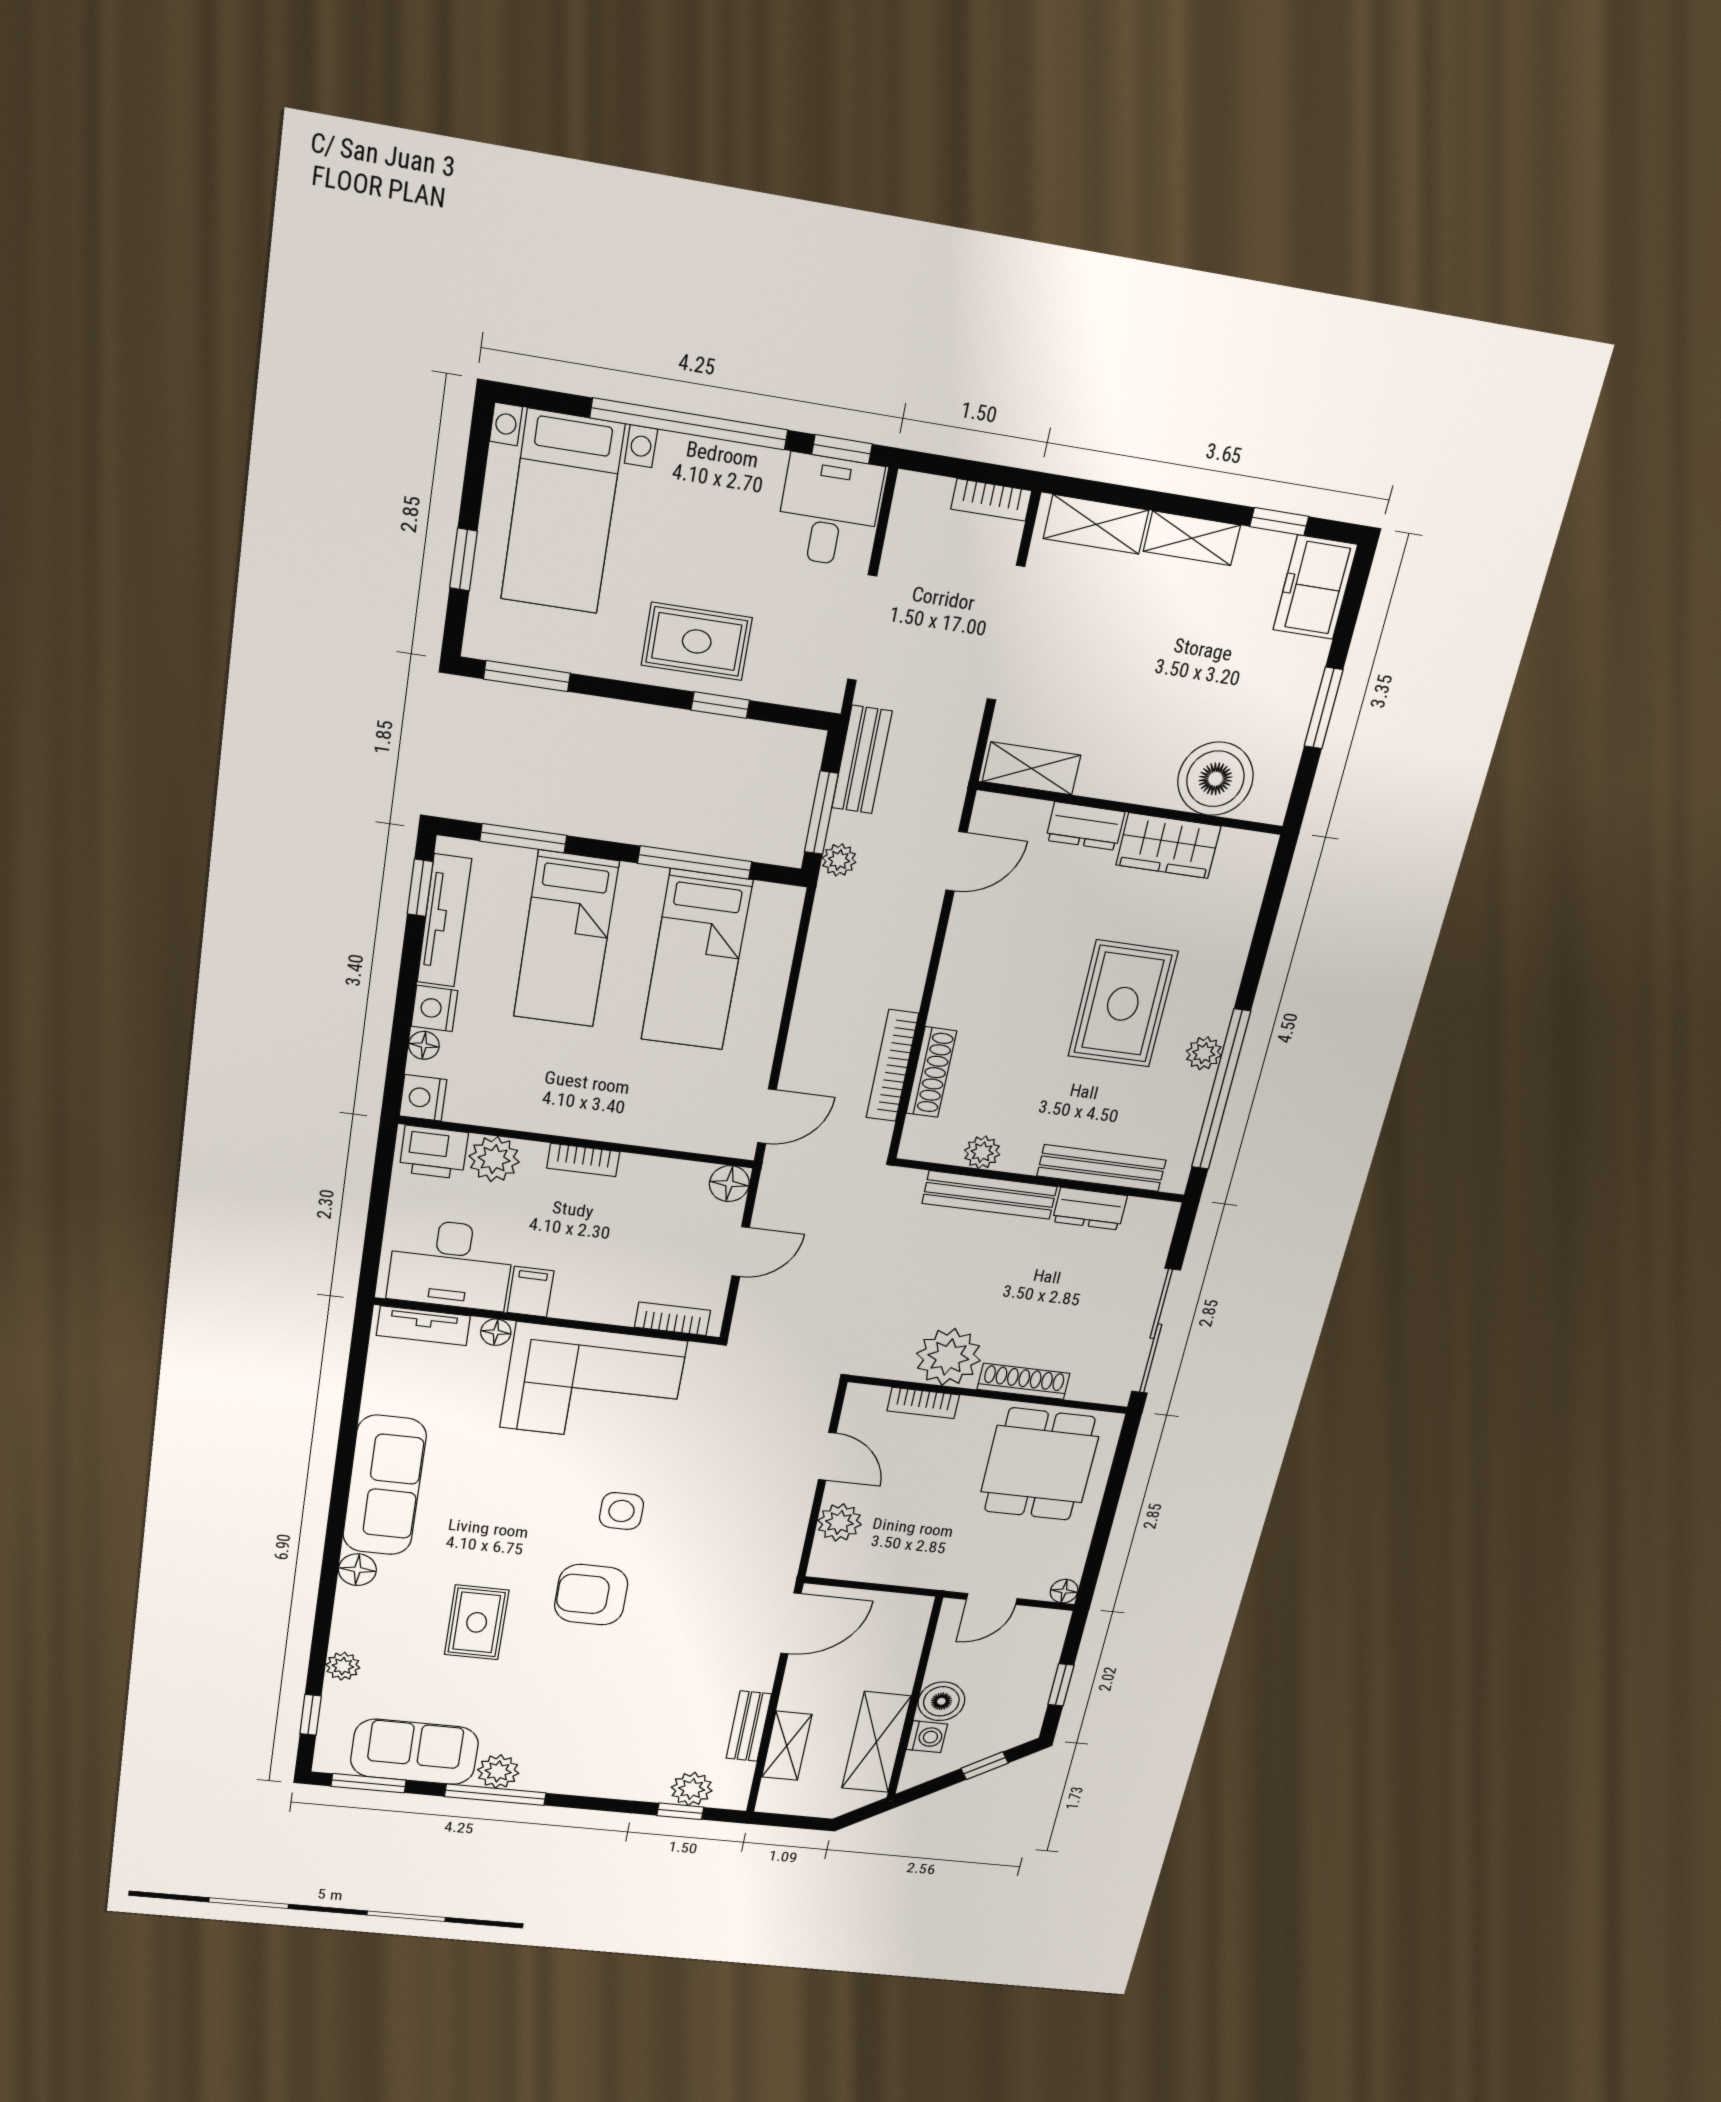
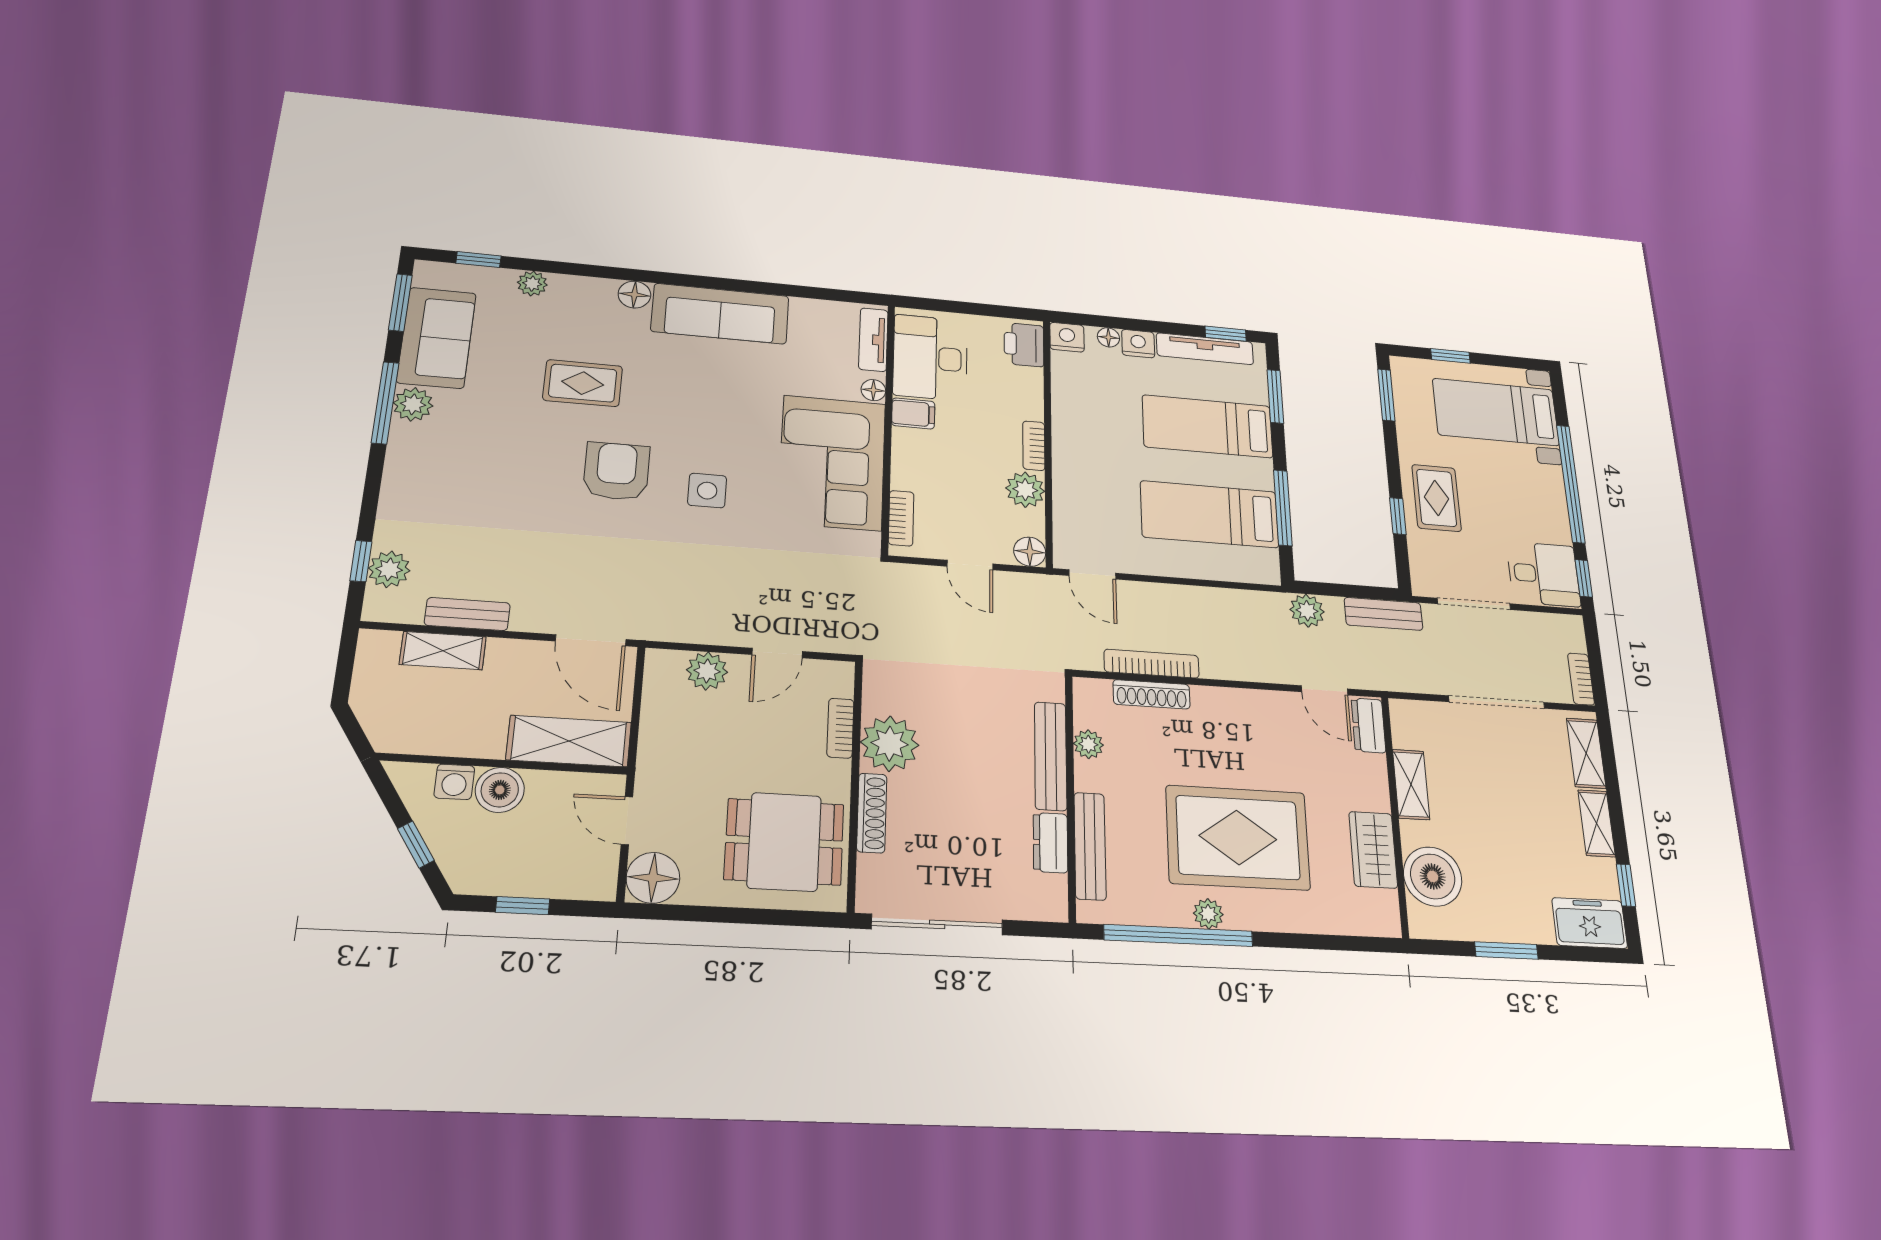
shelving: (1032, 768) -> (1411, 784), moved
window: (821, 813) -> (1339, 590), removed
dresser: (1085, 826) -> (1369, 725), moved
plant: (839, 860) -> (1307, 611), width x1.38, depth x1.38
rug: (1123, 1004) -> (1238, 838), width x1.37, depth x1.44
plant: (494, 1159) -> (1025, 490), moved
floor lamp: (1064, 1591) -> (653, 878), width x1.89, depth x1.89
shelving: (876, 1742) -> (569, 741), moved

